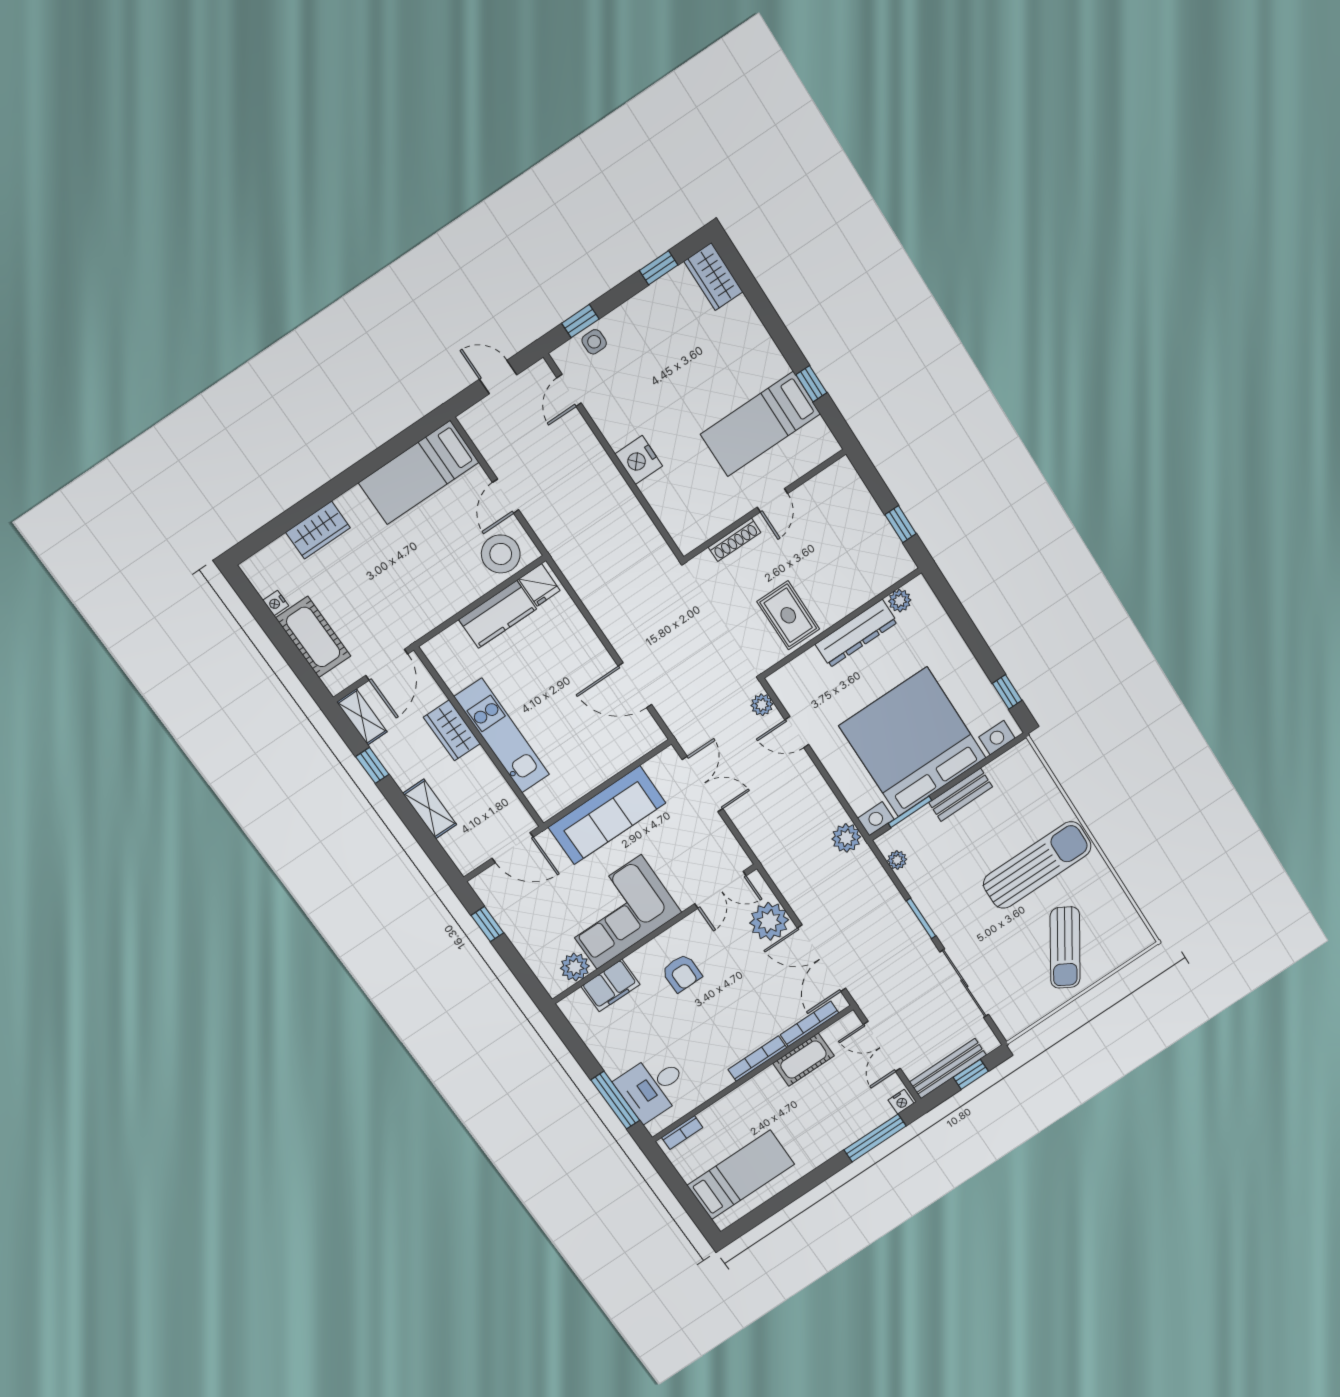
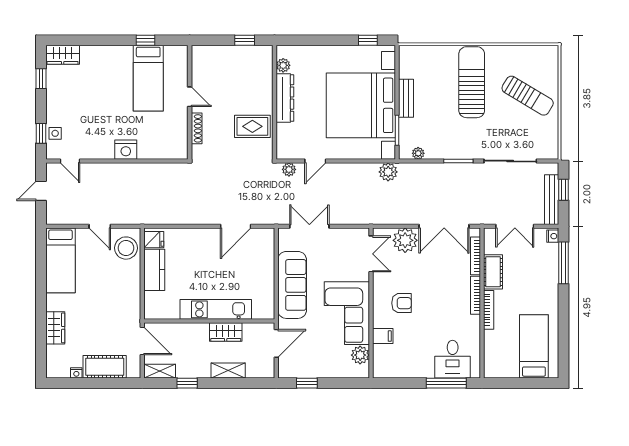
wardrobe: (452, 730) -> (226, 332), moved
filing cabinet: (611, 986) -> (383, 336), width x0.50
bookcase: (682, 1133) -> (489, 310), moved, width x1.56

